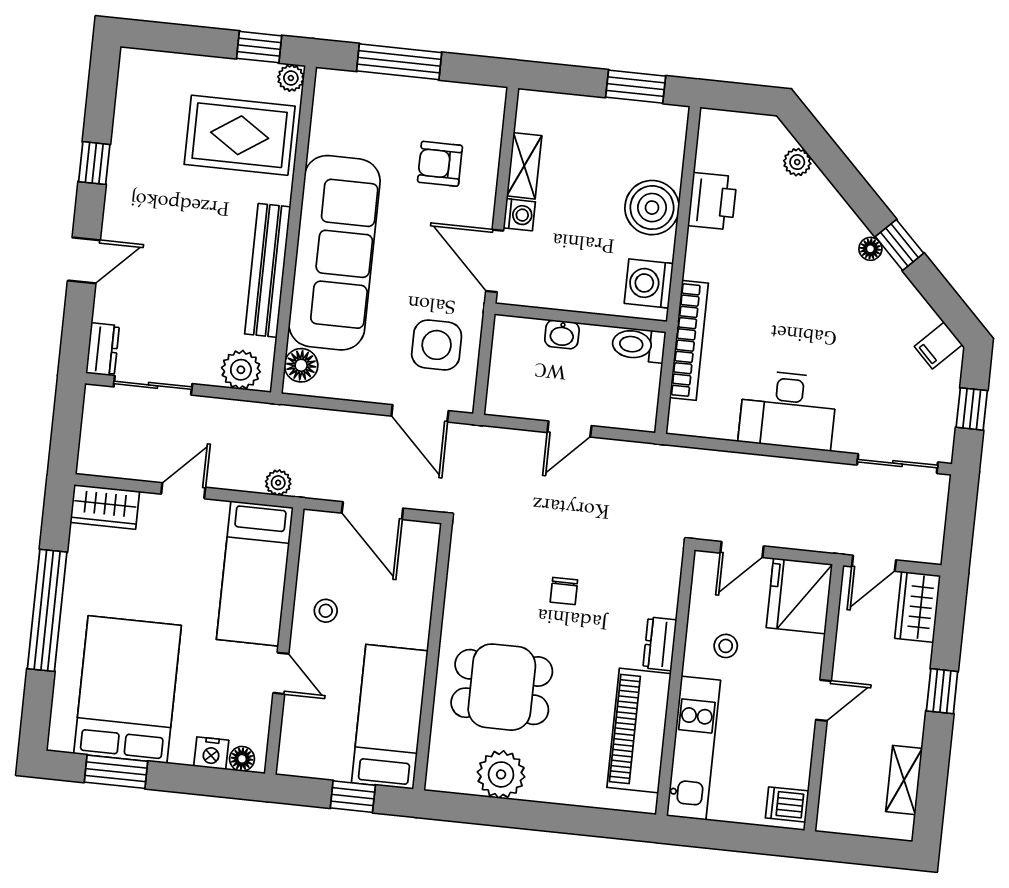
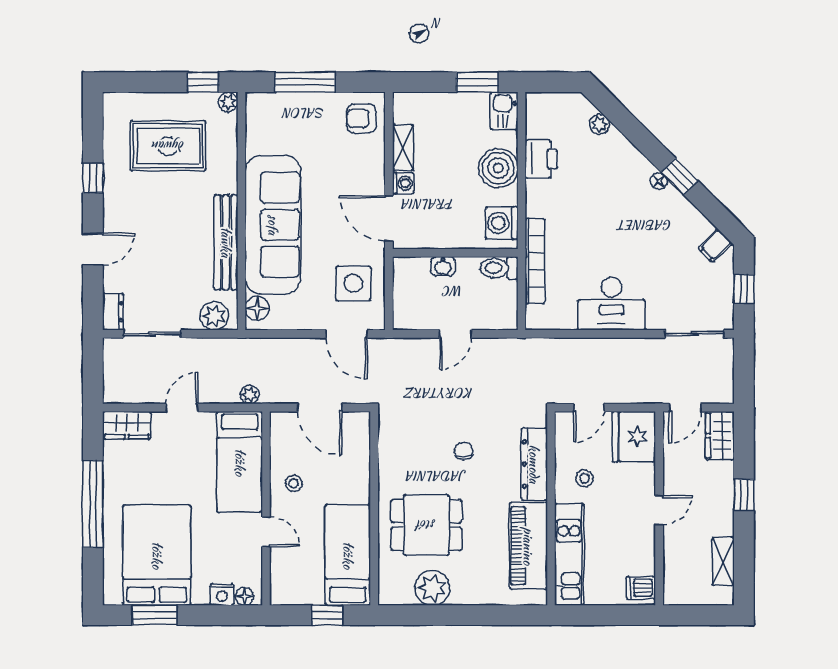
kitchen sink: (668, 130) -> (504, 111), added
rug: (240, 135) -> (168, 146), moved
armchair: (440, 164) -> (362, 118), moved
chair: (564, 591) -> (464, 451), turned 180
dresser: (660, 644) -> (534, 464), width x1.96, depth x1.24

